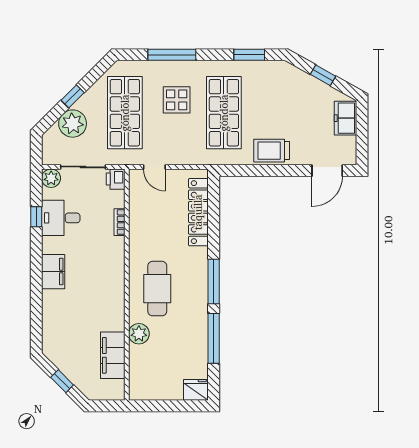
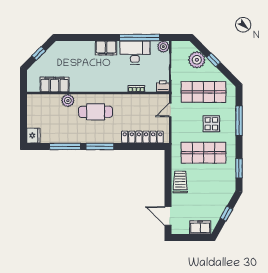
window: (36, 217) -> (140, 38), width x3.17
desk: (61, 218) -> (135, 53), width x1.37

